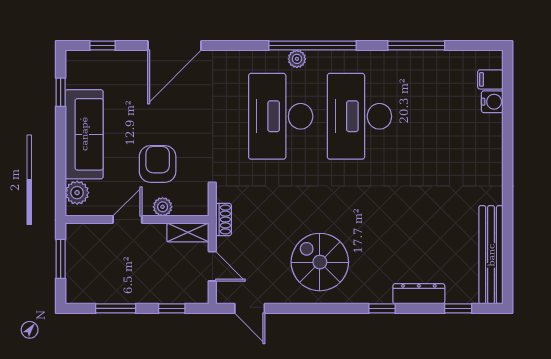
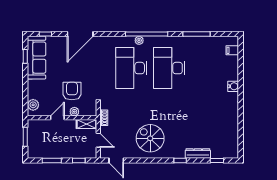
water cooler: (492, 102) -> (233, 86), moved
sofa: (84, 134) -> (37, 58), moved
bench: (491, 255) -> (233, 135), removed

